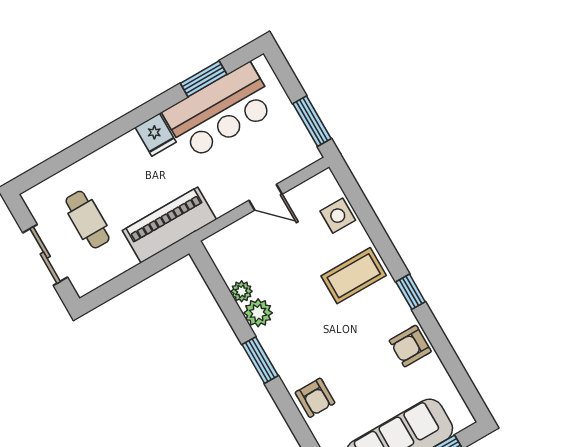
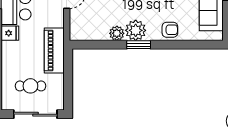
sliding door: (45, 255) -> (35, 114), width x1.37
plant: (242, 291) -> (136, 30), moved, width x1.88, depth x1.88

